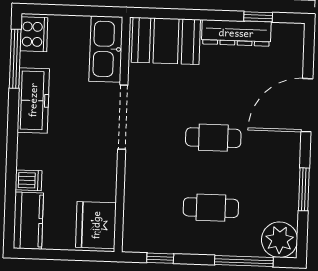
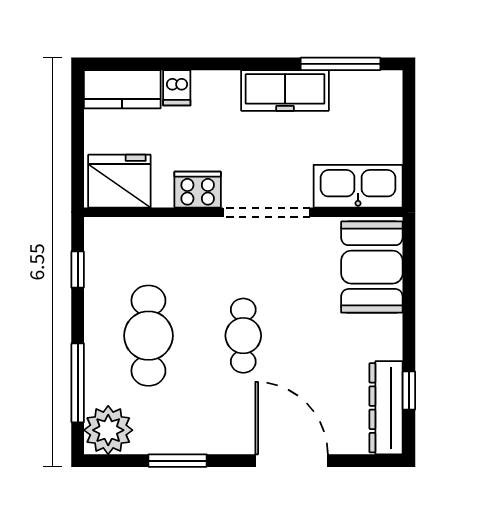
dresser: (236, 33) -> (386, 408), moved
cooker: (34, 34) -> (198, 190), moved, turned 180
cafe table: (211, 208) -> (148, 336), width x1.37, depth x1.35

